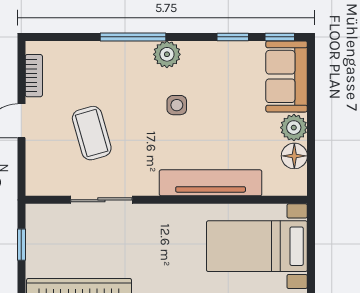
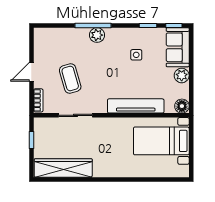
plant: (167, 54) -> (97, 35), moved
bookcase: (34, 76) -> (38, 100), moved
side table: (177, 105) -> (136, 55), moved
floor lamp: (294, 156) -> (182, 106), moved

